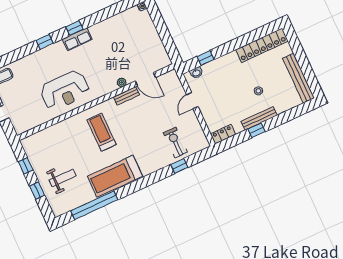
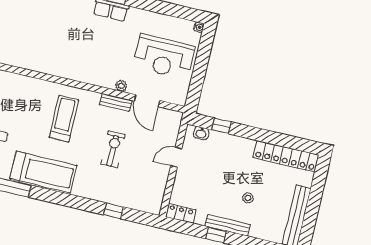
reception desk: (65, 90) -> (164, 57), moved
exercise bike: (175, 142) -> (113, 149), moved
treadmill: (115, 176) -> (43, 172), turned 180

